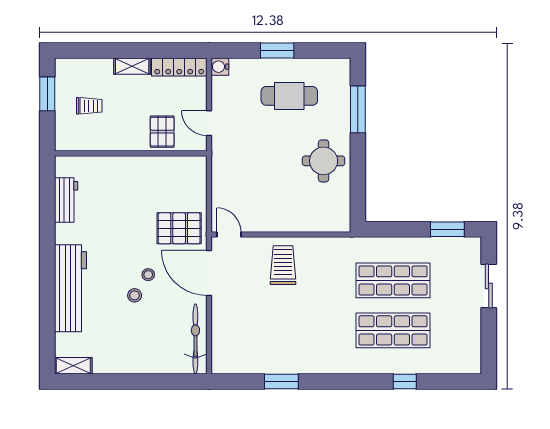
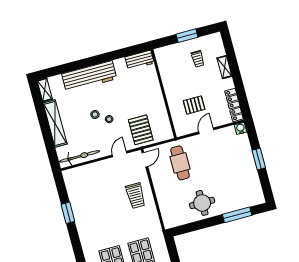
shelving: (132, 66) -> (224, 67), moved
window: (47, 94) -> (187, 36), moved
cafe table: (289, 96) -> (180, 163), moved
wall: (131, 153) -> (164, 94), moved
trolley: (283, 265) -> (136, 196), turned 90
door: (209, 273) -> (120, 154), width x0.53
shelving: (132, 364) -> (55, 123), added

